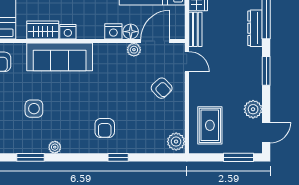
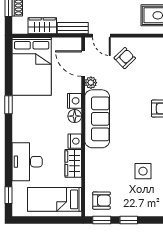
floor lamp: (131, 32) -> (75, 116), moved
sofa: (60, 57) -> (97, 119), moved
door: (187, 62) -> (101, 36), swing flipped

